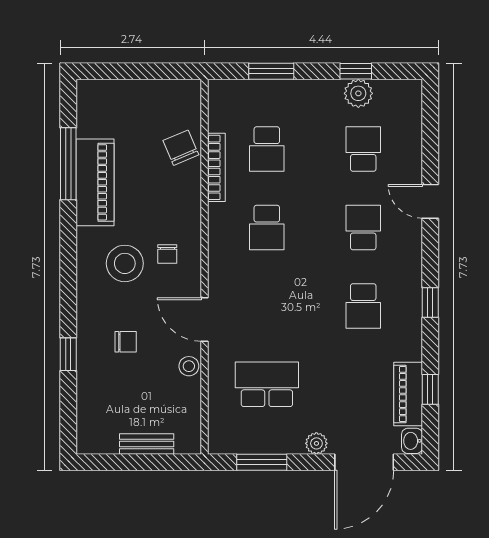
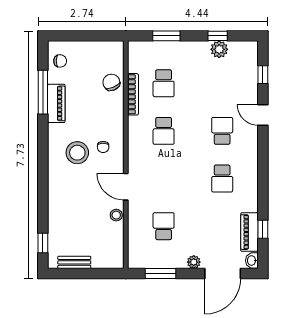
school desk: (363, 149) -> (222, 83), removed
piano: (95, 182) -> (56, 103), width x0.73, depth x0.75
window: (430, 302) -> (263, 75), moved
chair: (126, 342) -> (60, 61), moved
window: (68, 354) -> (43, 243), moved
school desk: (267, 384) -> (164, 226), width x0.54
bench: (147, 444) -> (74, 262), moved

